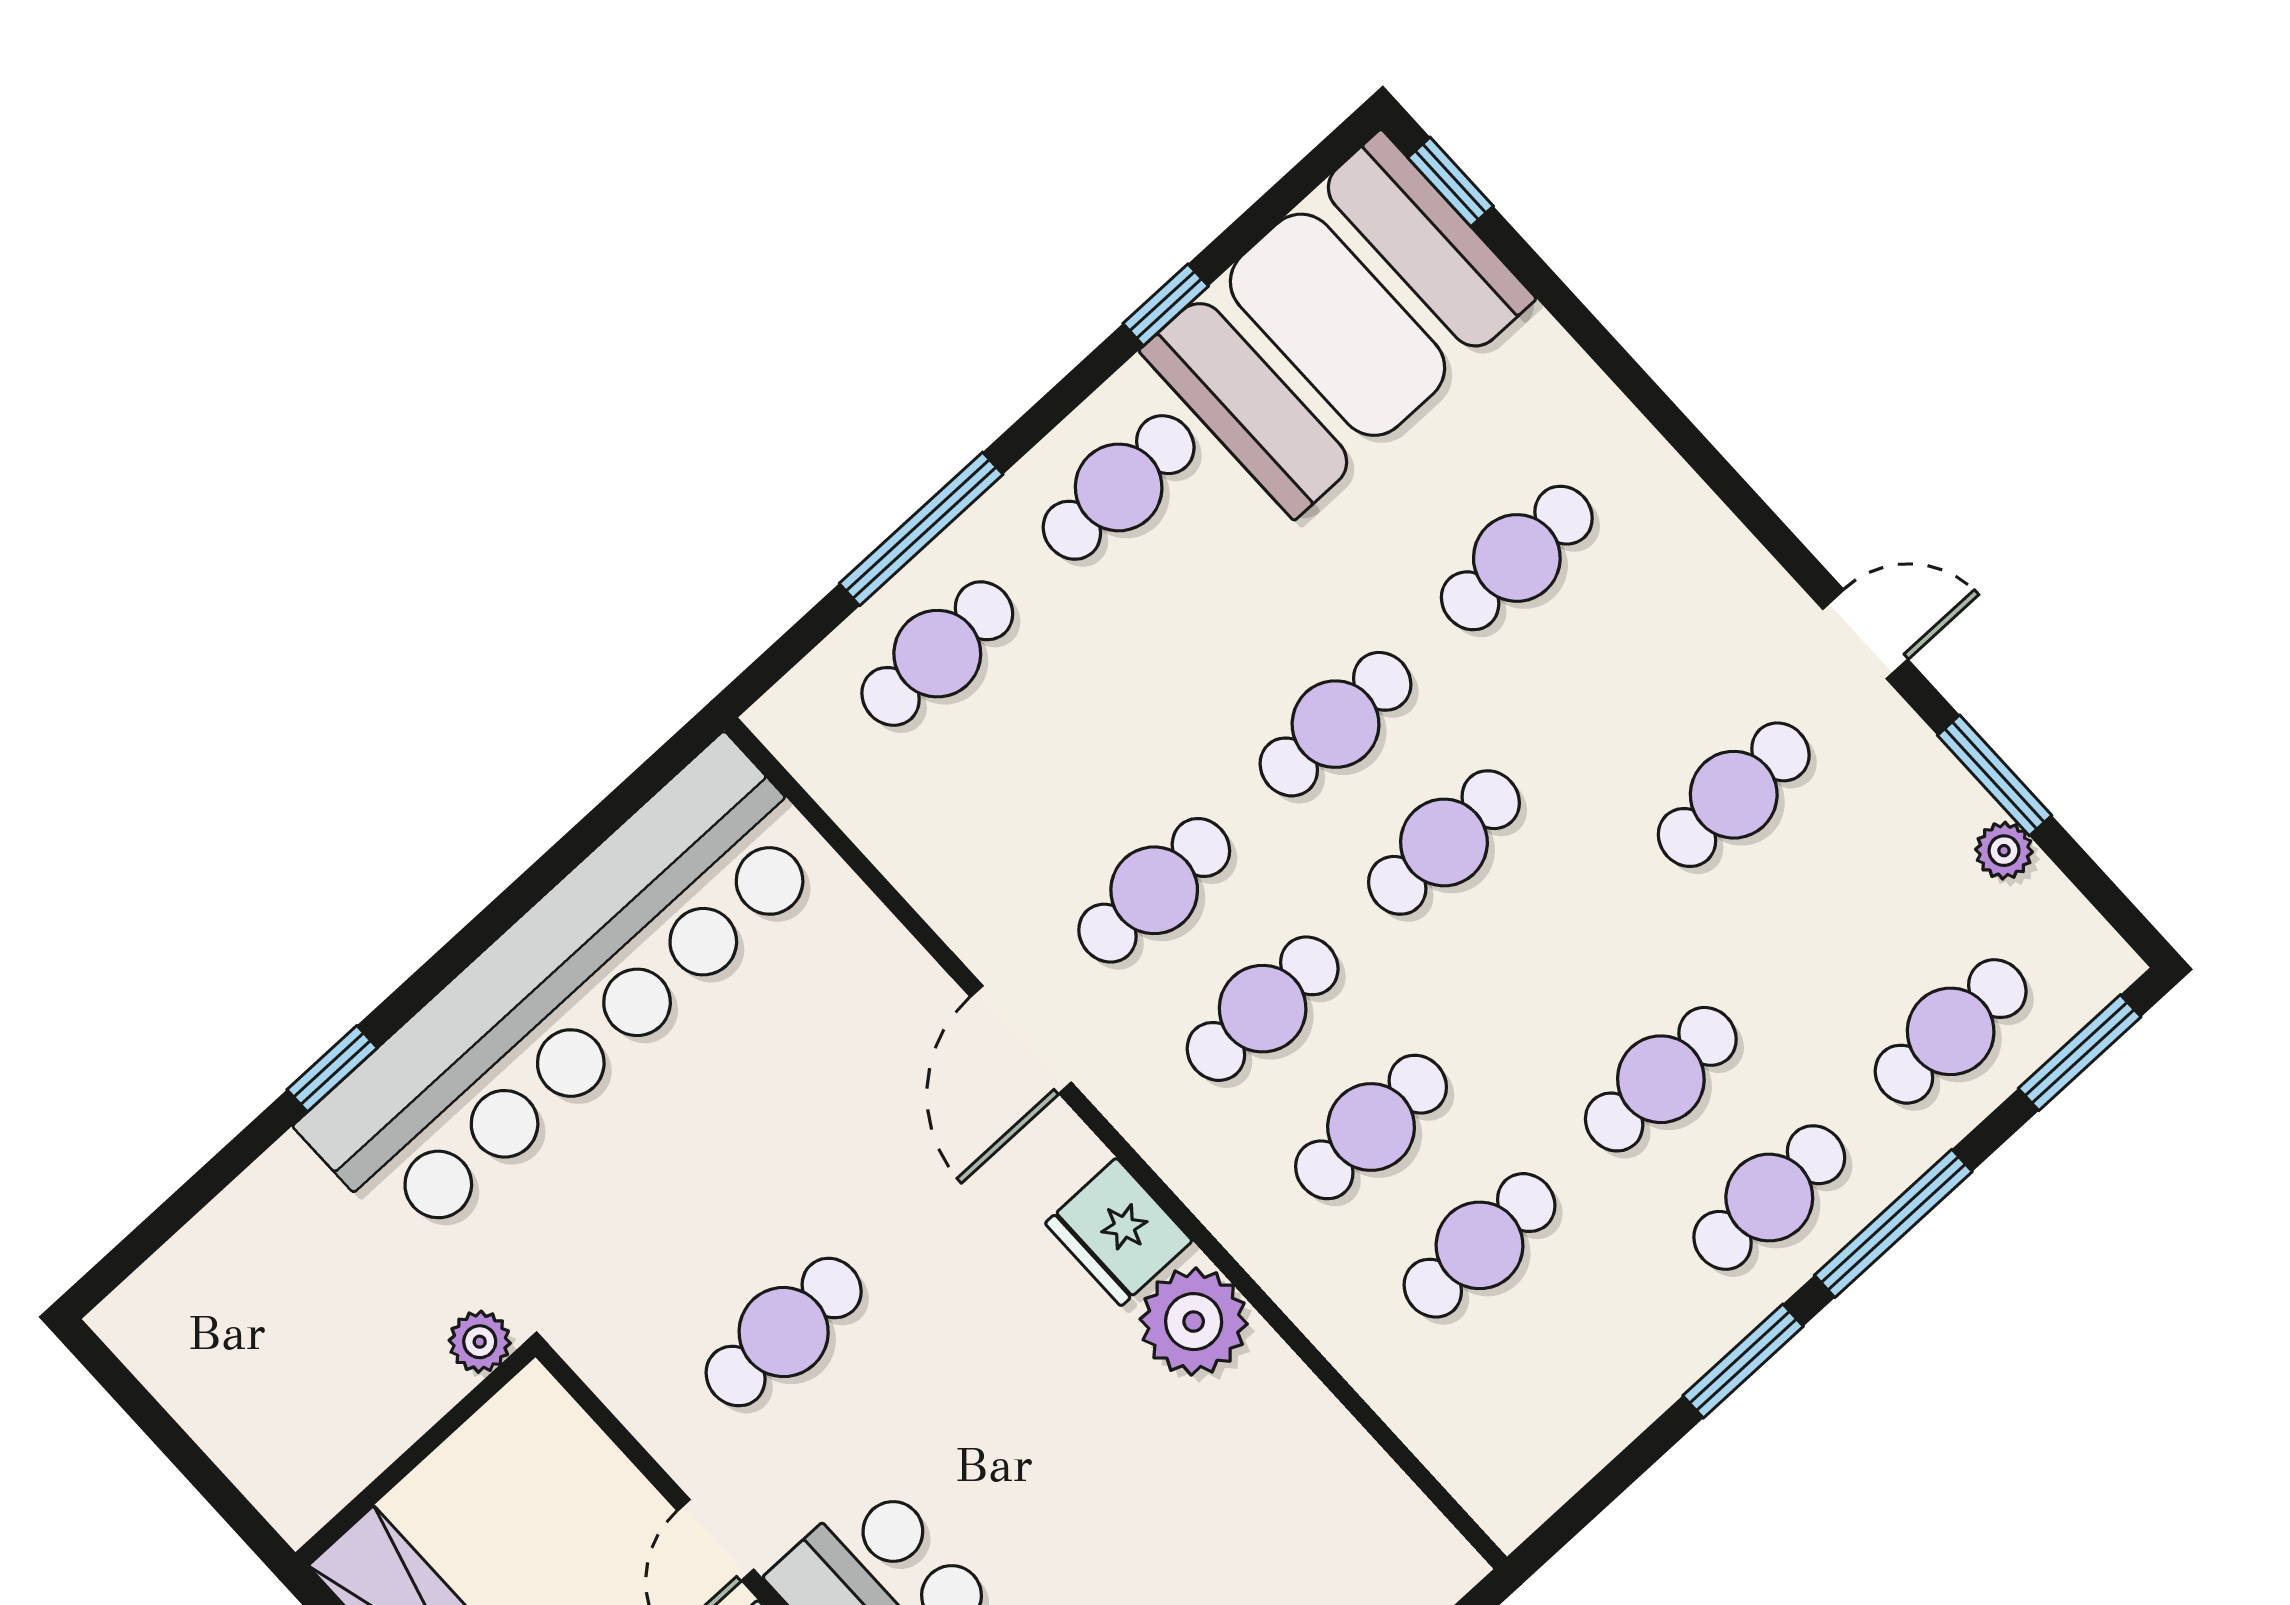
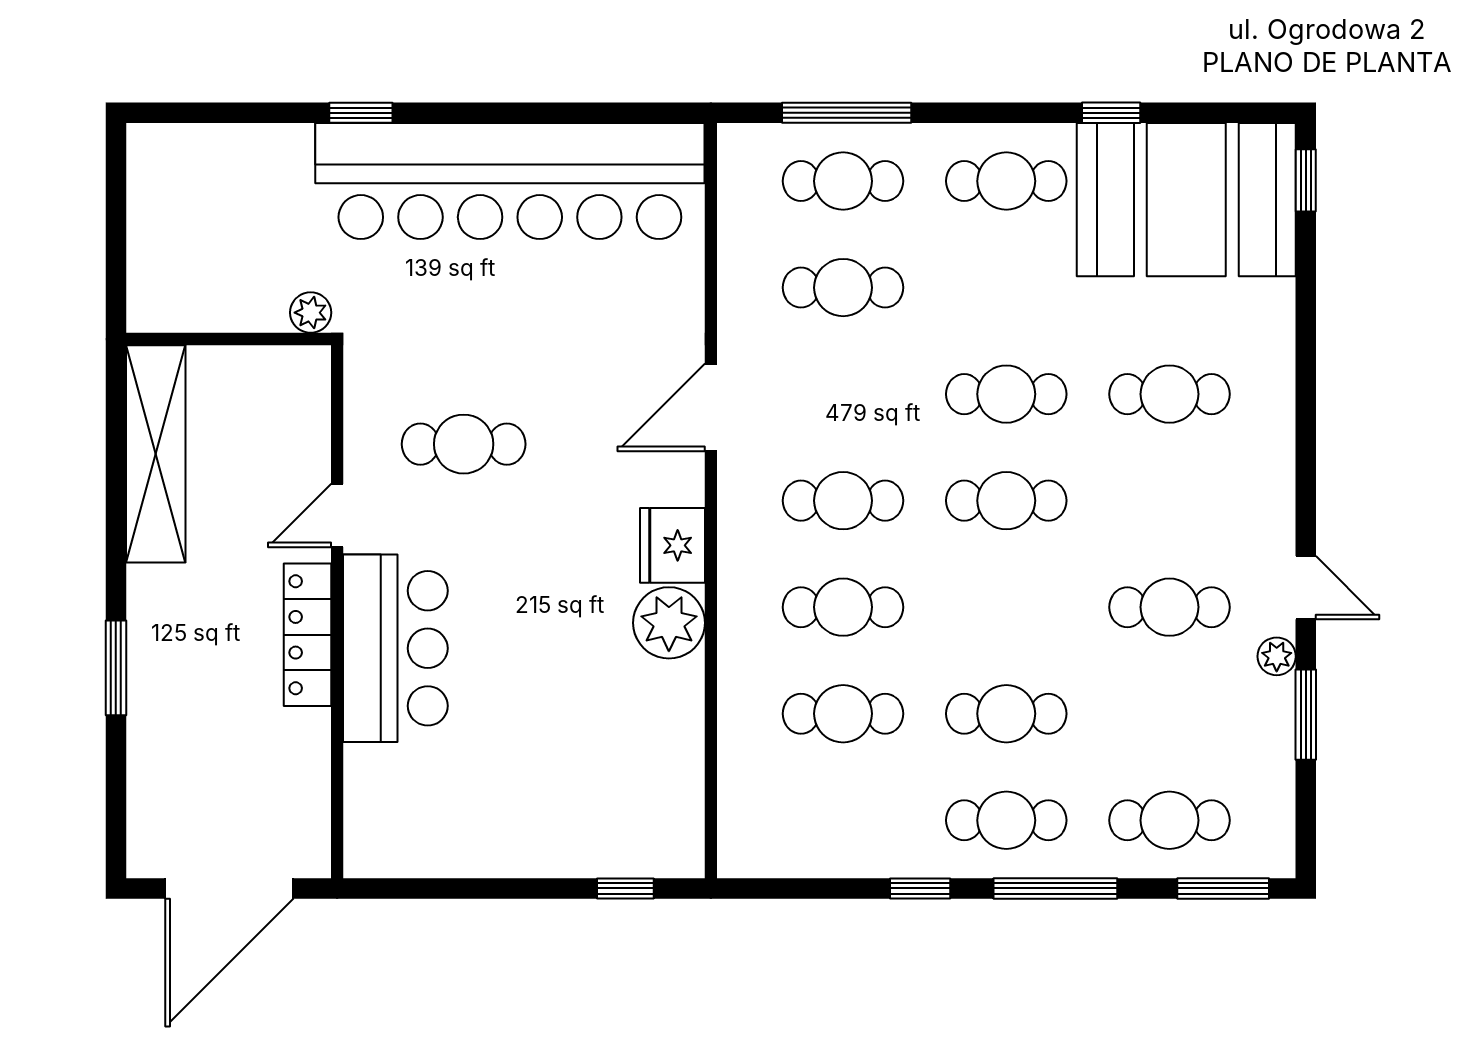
window: (921, 529) -> (847, 113), moved
plant: (2004, 851) -> (1277, 656), moved
cafe table: (1154, 890) -> (843, 288), moved
window: (1743, 1361) -> (920, 888), width x0.67

